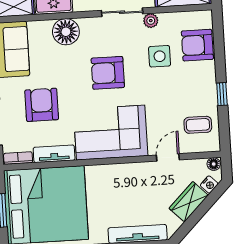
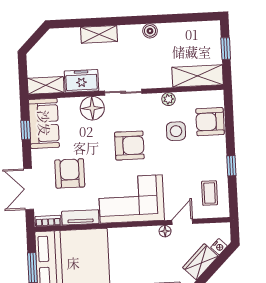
sliding door: (122, 12) -> (123, 92), moved
armchair: (108, 73) -> (129, 145), turned 180
coffee table: (198, 125) -> (210, 193), turned 90
floor lamp: (214, 164) -> (165, 231), moved

